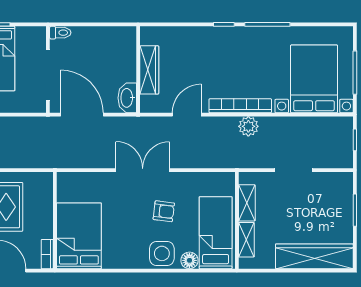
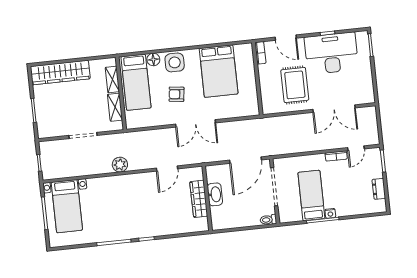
bed with nightstands: (314, 79) -> (67, 206), width x0.73
washbasin: (127, 98) -> (215, 194), moved
bookcase: (240, 106) -> (128, 179), removed
door: (82, 115) -> (246, 160), hinge flipped
bed: (79, 236) -> (219, 71), moved

